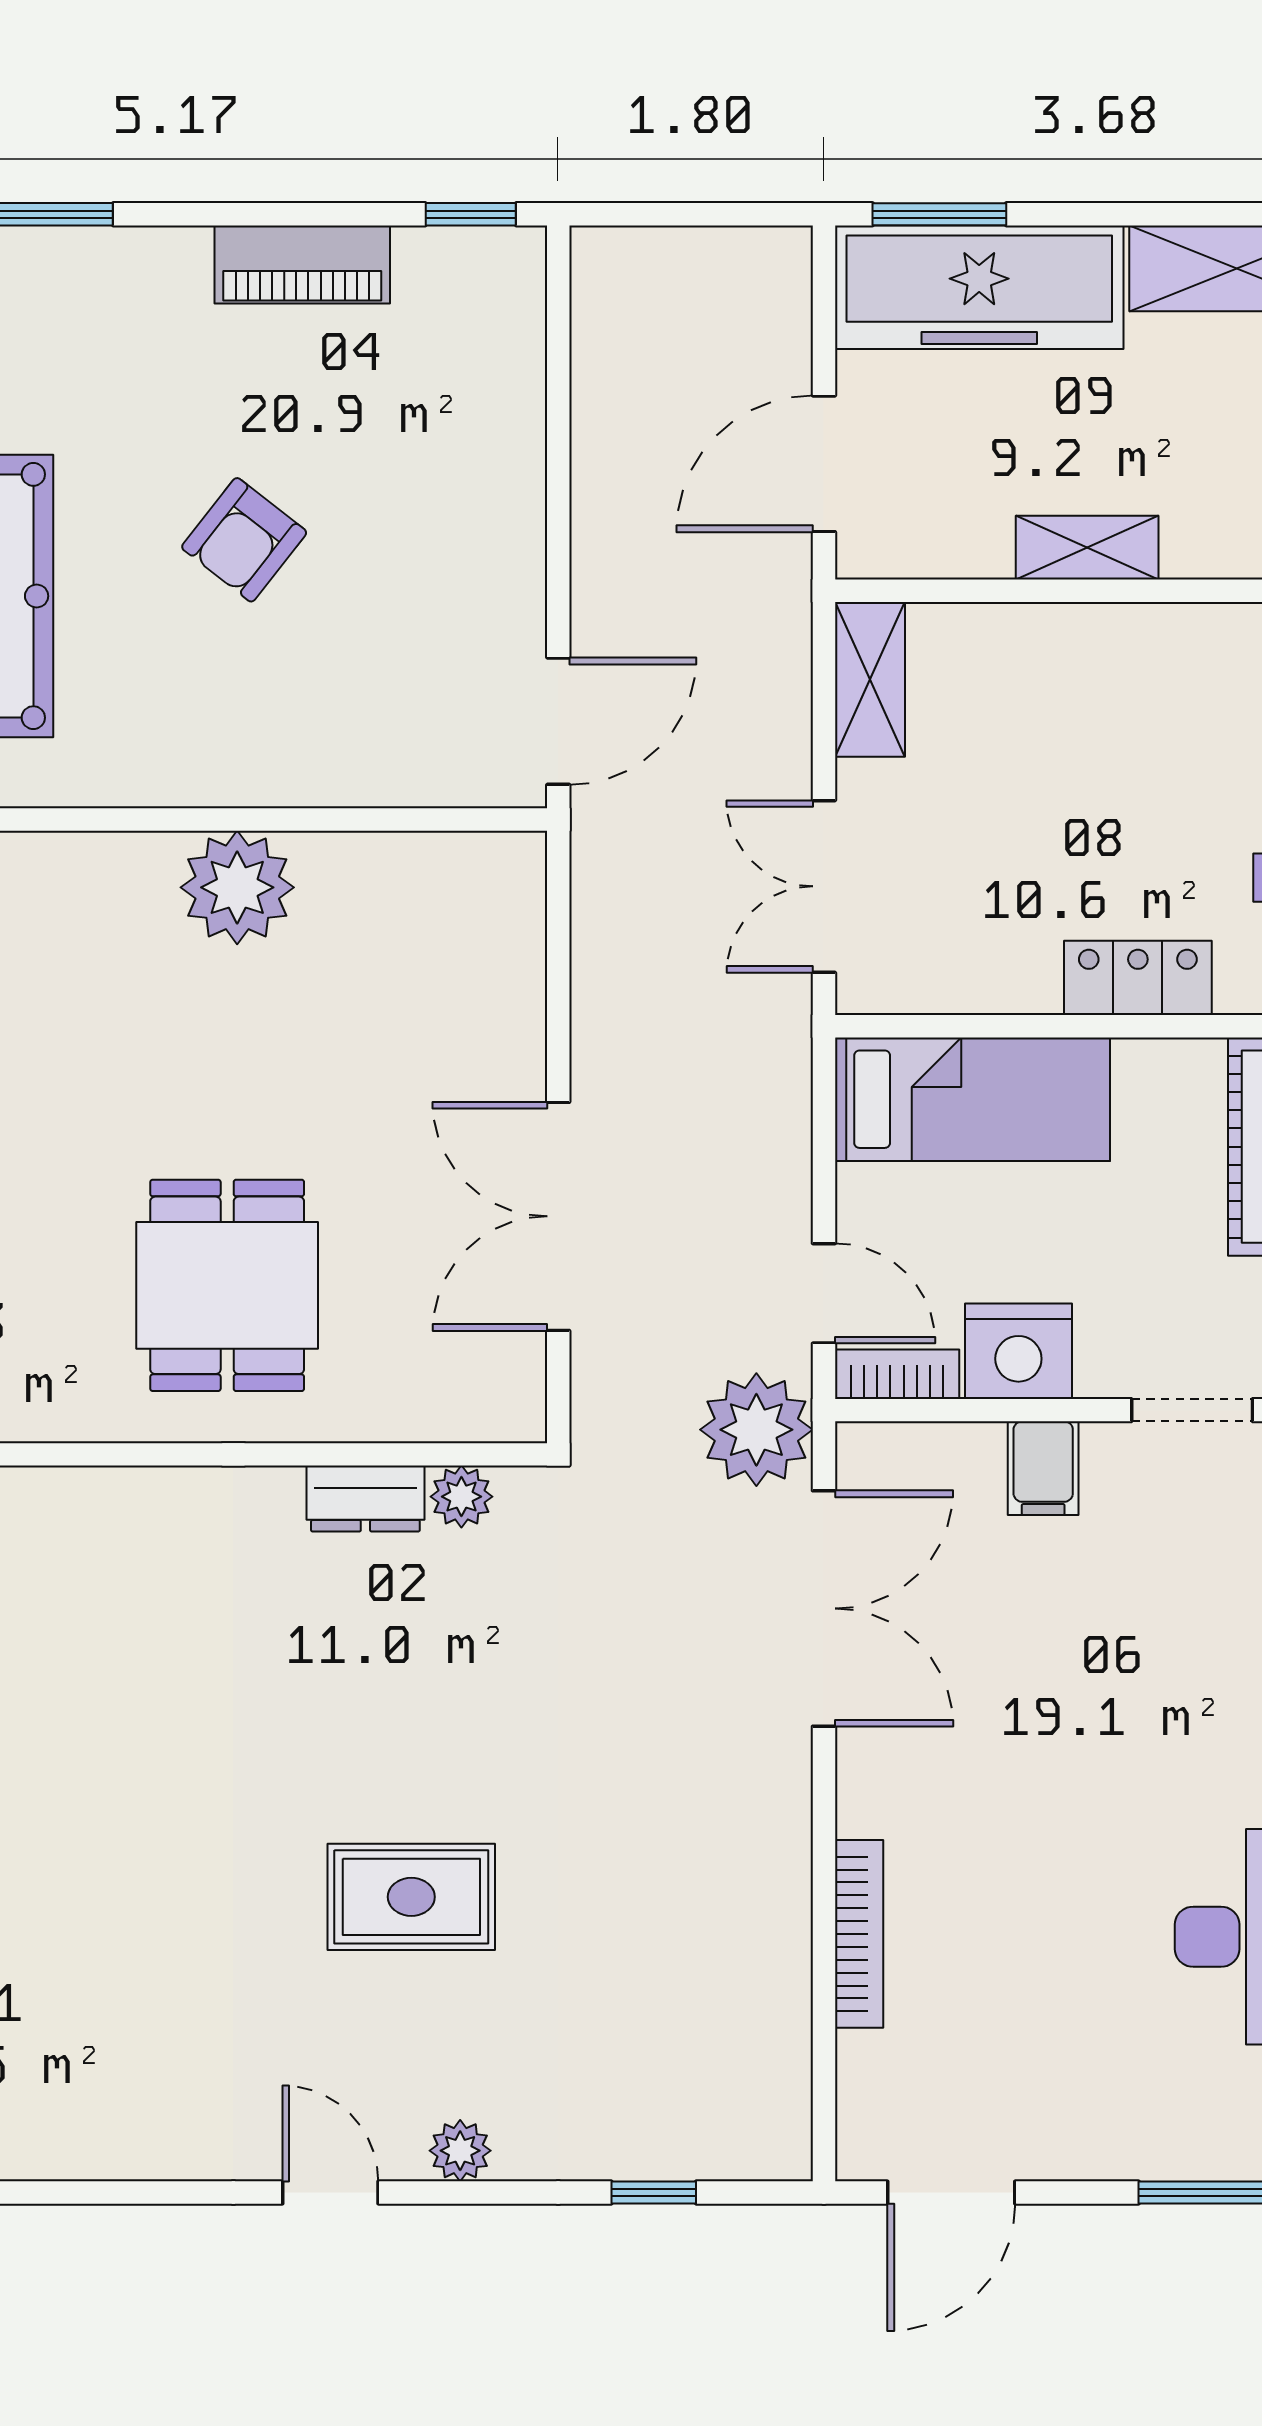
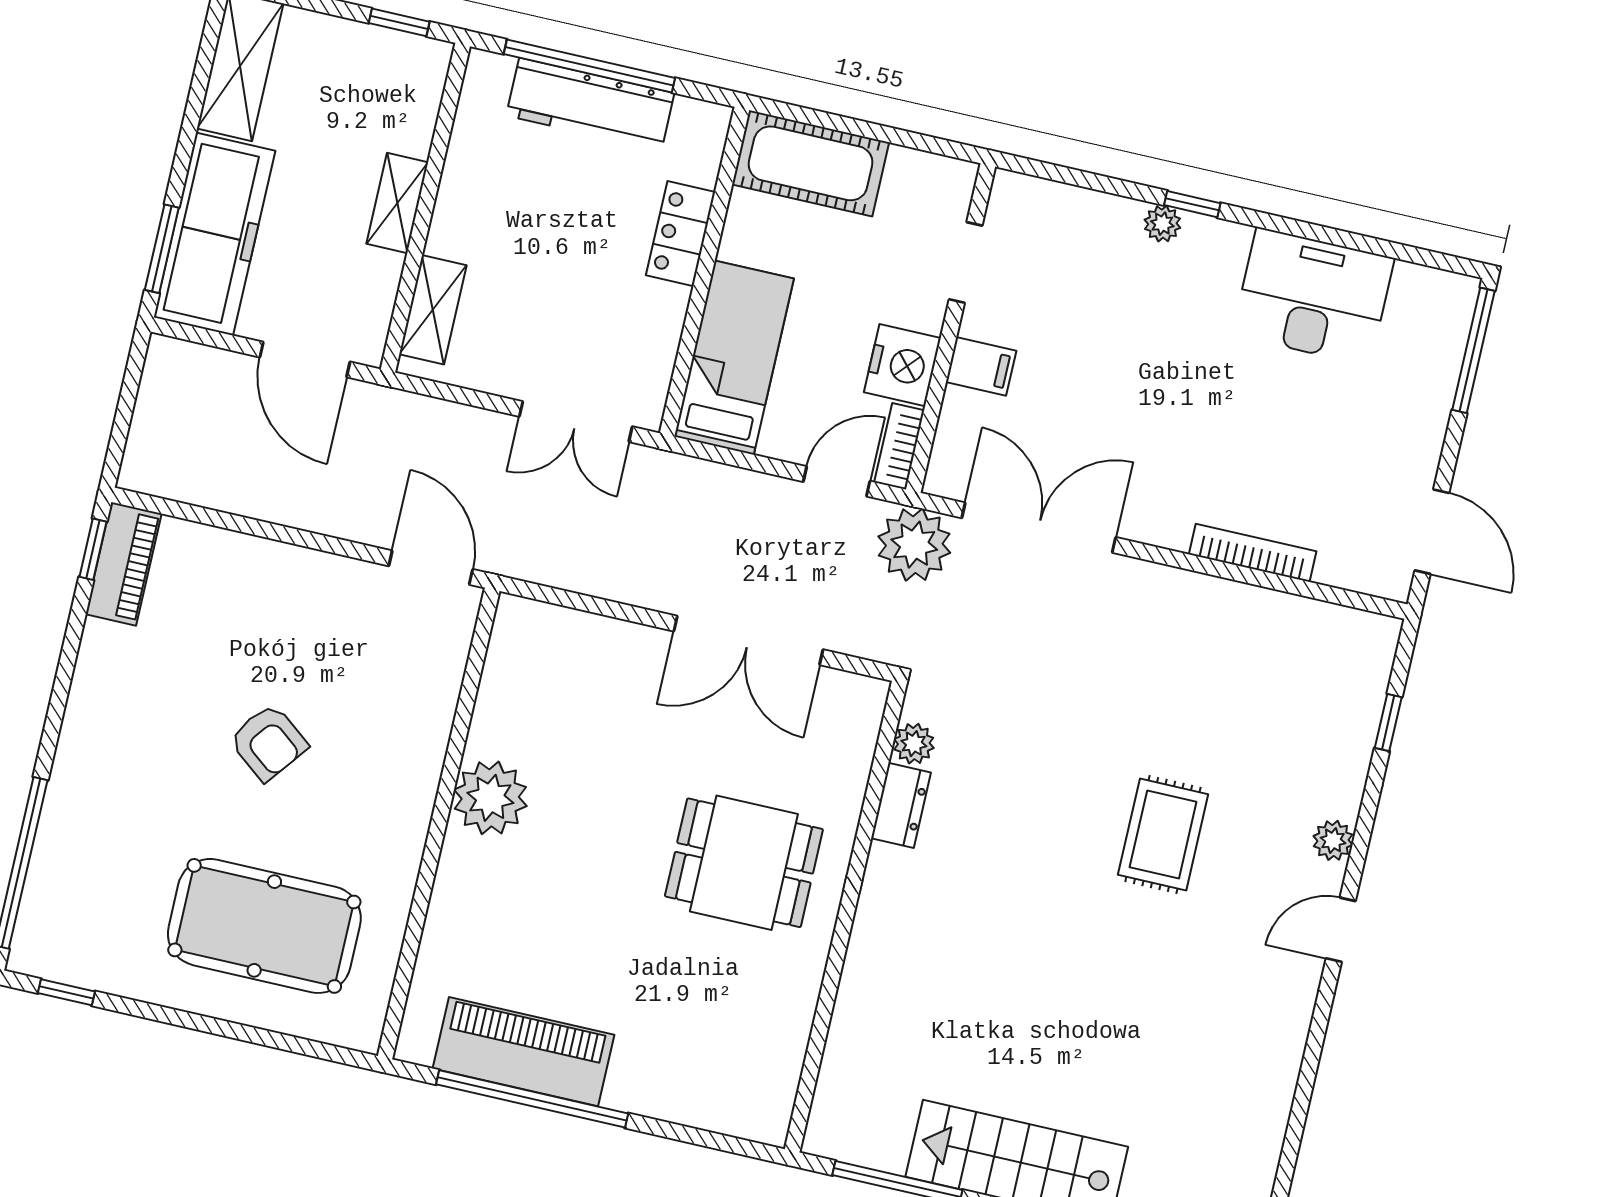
piano: (302, 265) -> (124, 564), moved
shelving: (870, 679) -> (433, 310), moved, turned 90

